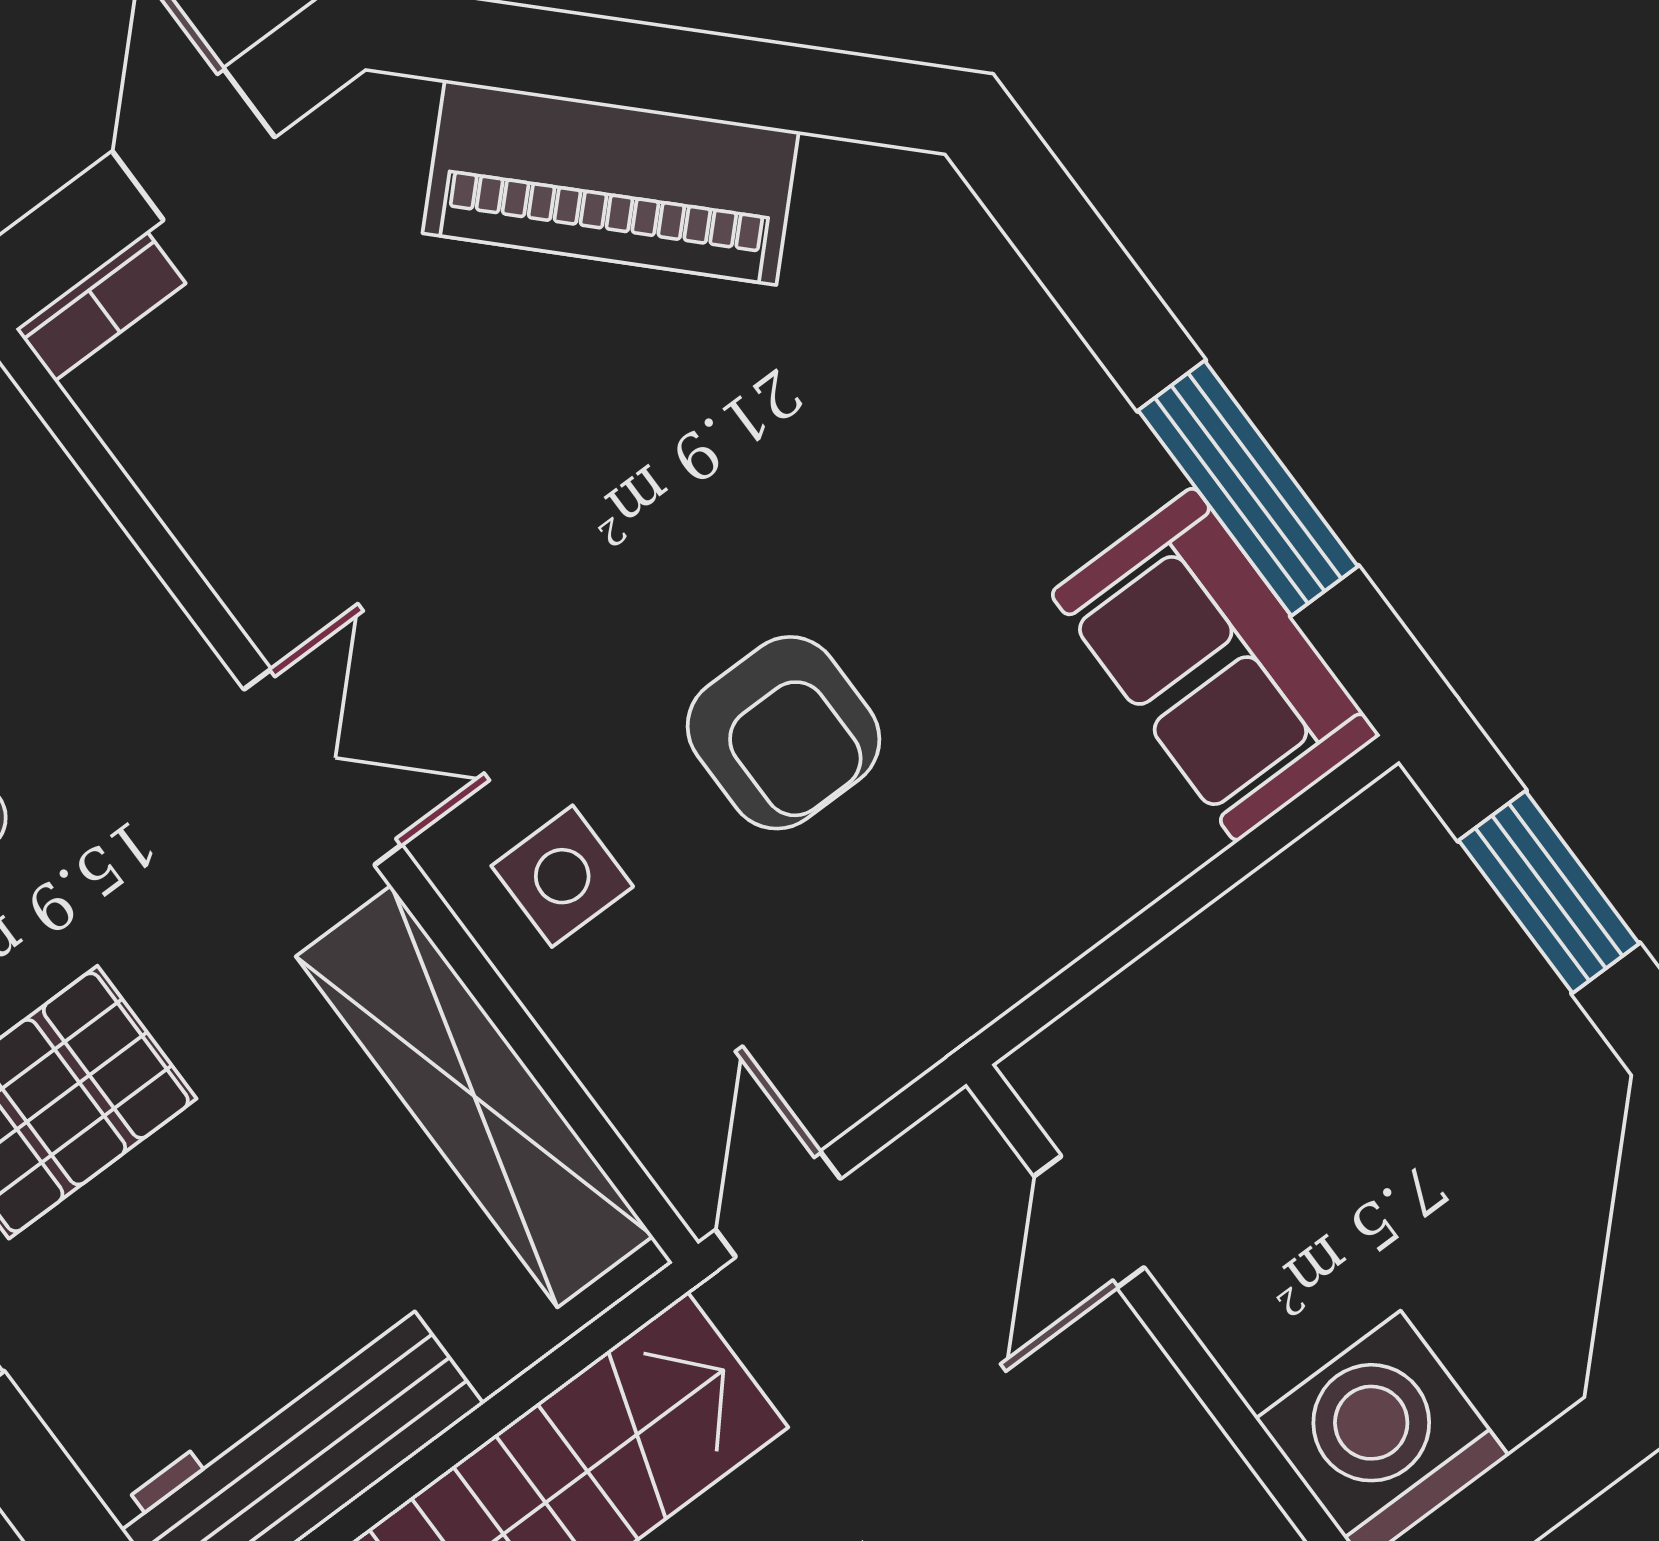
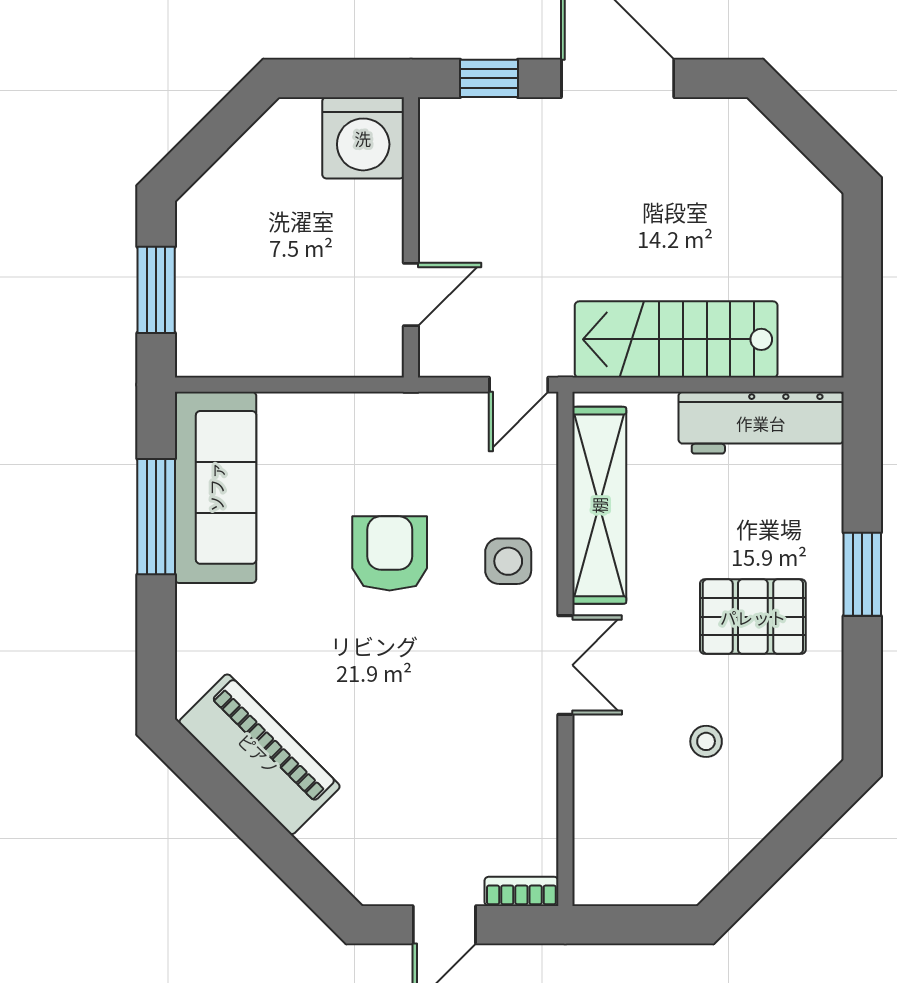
piano: (611, 182) -> (259, 754), moved
sofa: (1215, 664) -> (216, 487), width x1.36
double door: (323, 767) -> (565, 665), swing flipped

